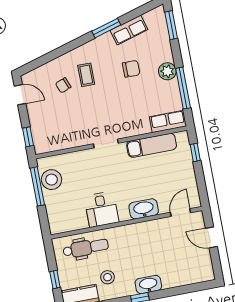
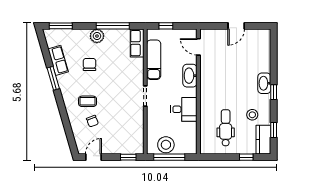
desk: (102, 209) -> (184, 109), moved
washbasin: (144, 209) -> (190, 76), moved
door: (180, 213) -> (198, 47), moved
wall: (126, 223) -> (198, 92), moved

